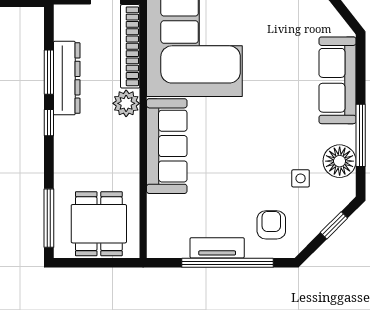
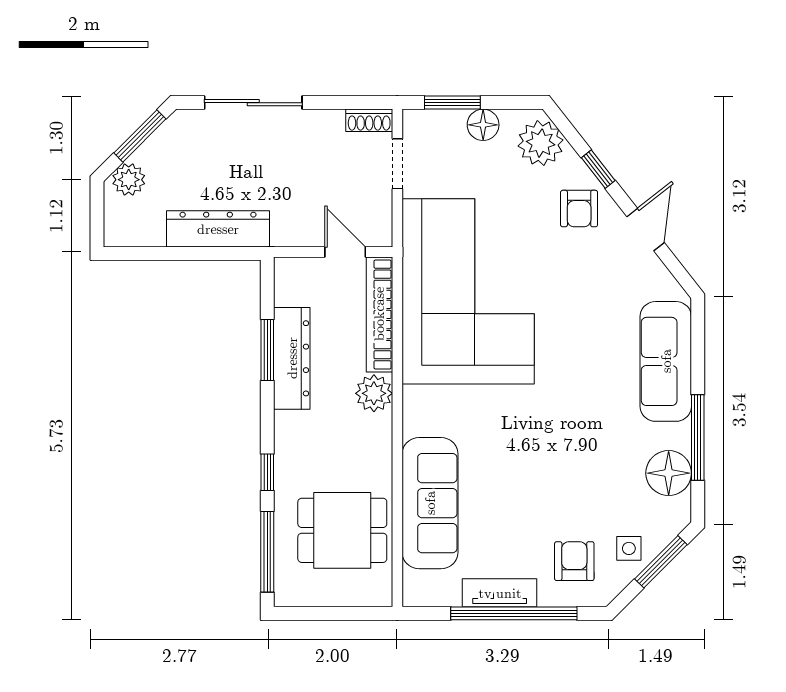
window: (49, 123) -> (267, 472), moved
sofa: (167, 146) -> (430, 503), moved
side table: (301, 178) -> (629, 548), moved
dining table: (99, 224) -> (342, 530), moved, turned 90
window: (334, 225) -> (661, 562), width x1.50

